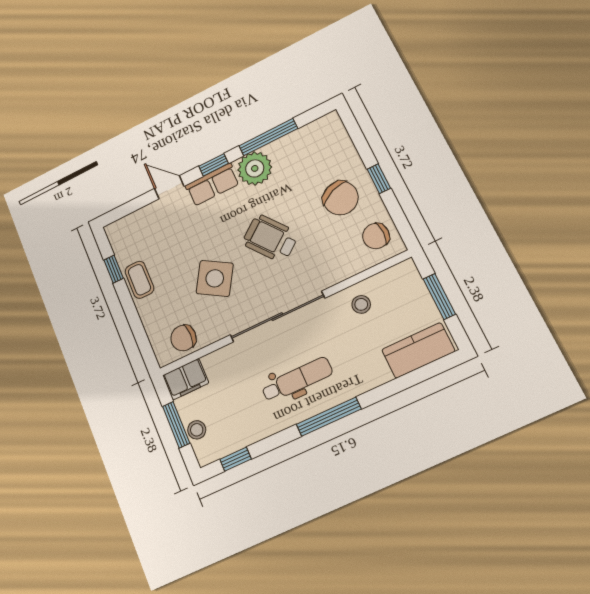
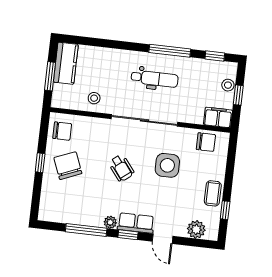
plant: (255, 168) -> (110, 222), width x0.53, depth x0.53
plant: (135, 224) -> (196, 229), added
wheelchair: (270, 238) -> (121, 168), width x0.73, depth x0.73
side table: (215, 278) -> (167, 165), turned -31
kitchen counter: (418, 350) -> (66, 63), moved, turned -90
dental chair: (297, 380) -> (155, 79), turned 180
window: (329, 417) -> (170, 51), moved
window: (176, 425) -> (238, 95), width x0.67

